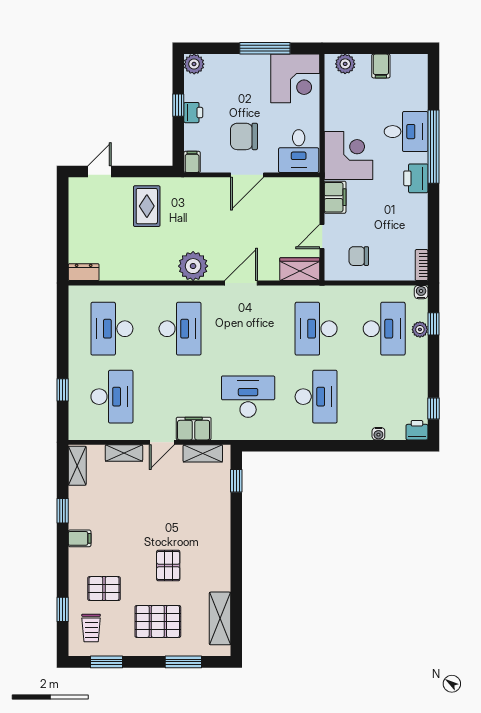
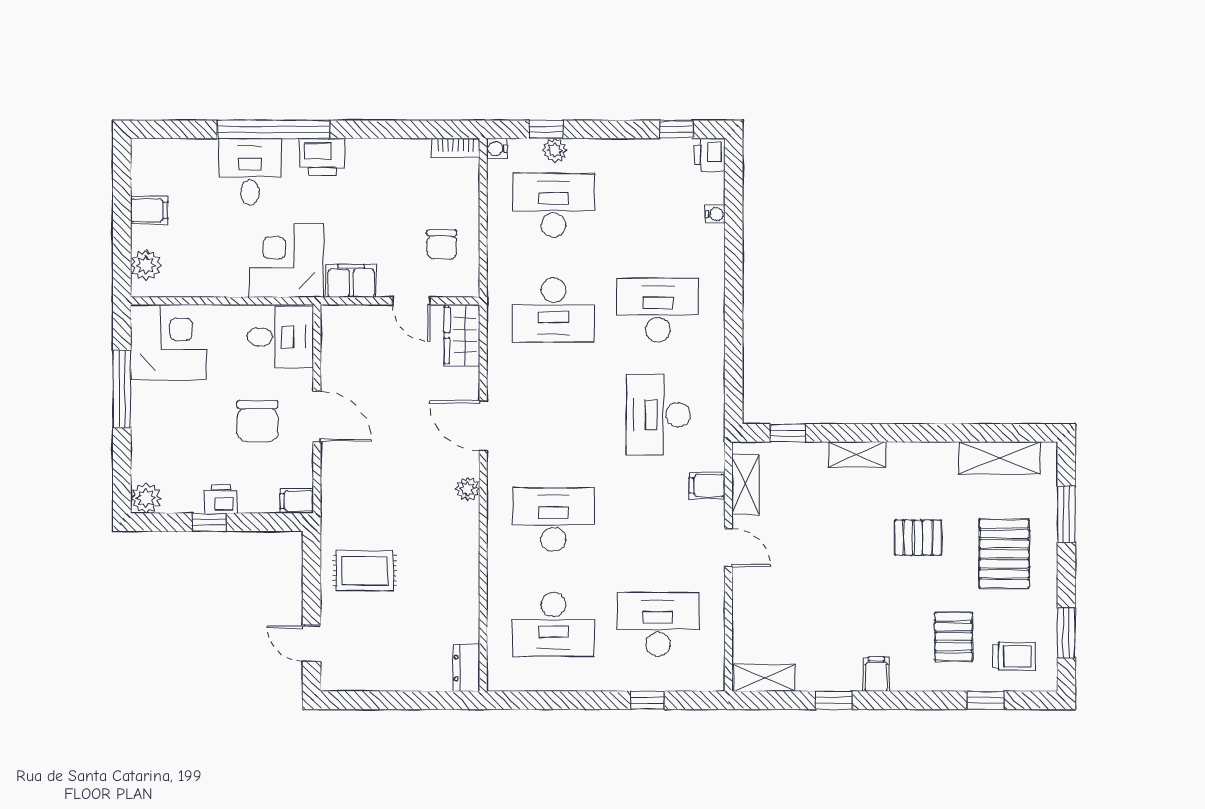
plant: (193, 266) -> (468, 489), width x0.53, depth x0.53
filing cabinet: (194, 429) -> (707, 485), width x0.50
shelving: (124, 453) -> (857, 455), moved, turned 90

